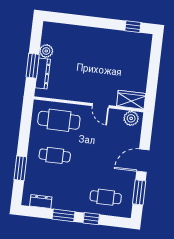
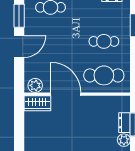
dresser: (43, 74) -> (125, 123), width x0.70
door: (101, 106) -> (66, 94), width x1.87

